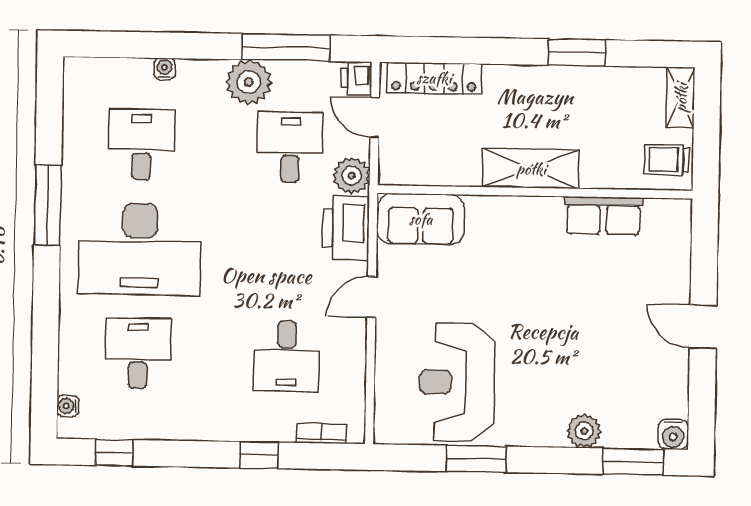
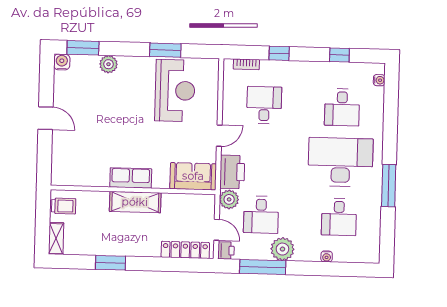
row of seats: (603, 216) -> (131, 178), moved
window: (114, 453) -> (339, 55), moved

